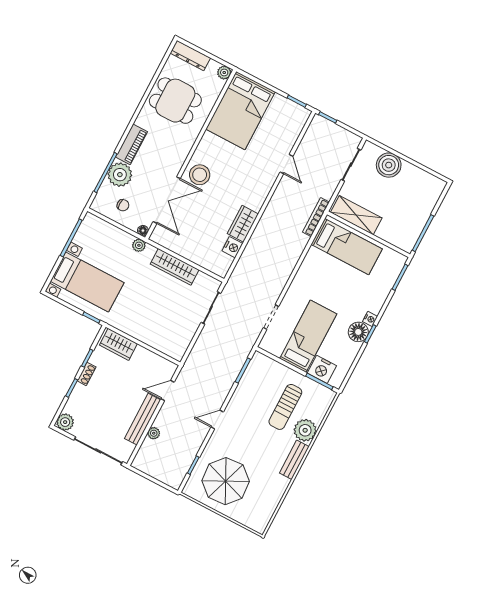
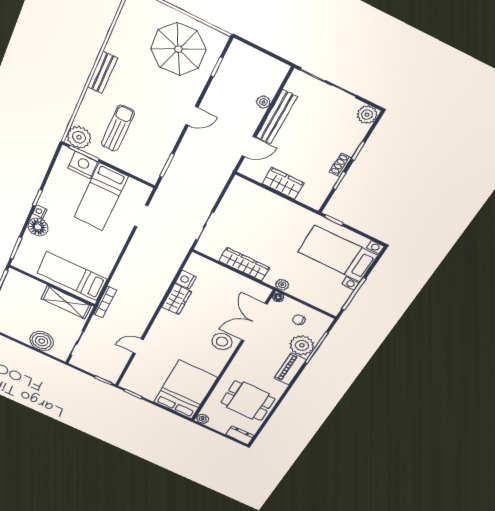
dresser: (190, 55) -> (240, 435), width x0.70
door: (286, 164) -> (138, 346), hinge flipped
floor lamp: (358, 332) -> (38, 227), moved
wardrobe: (118, 344) -> (283, 183), moved
plant: (305, 430) -> (79, 137), moved

